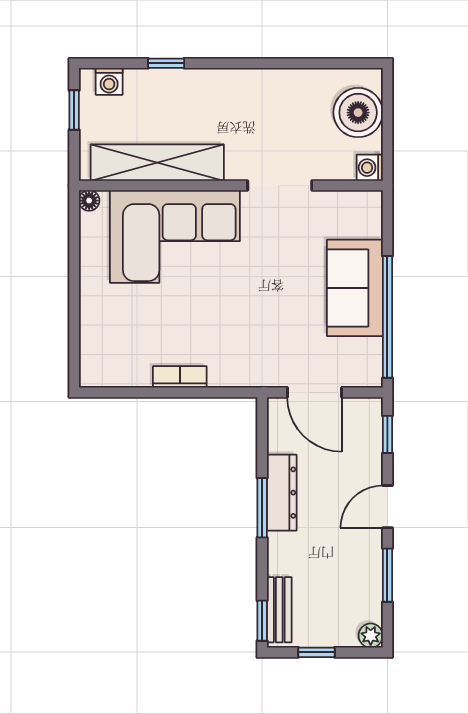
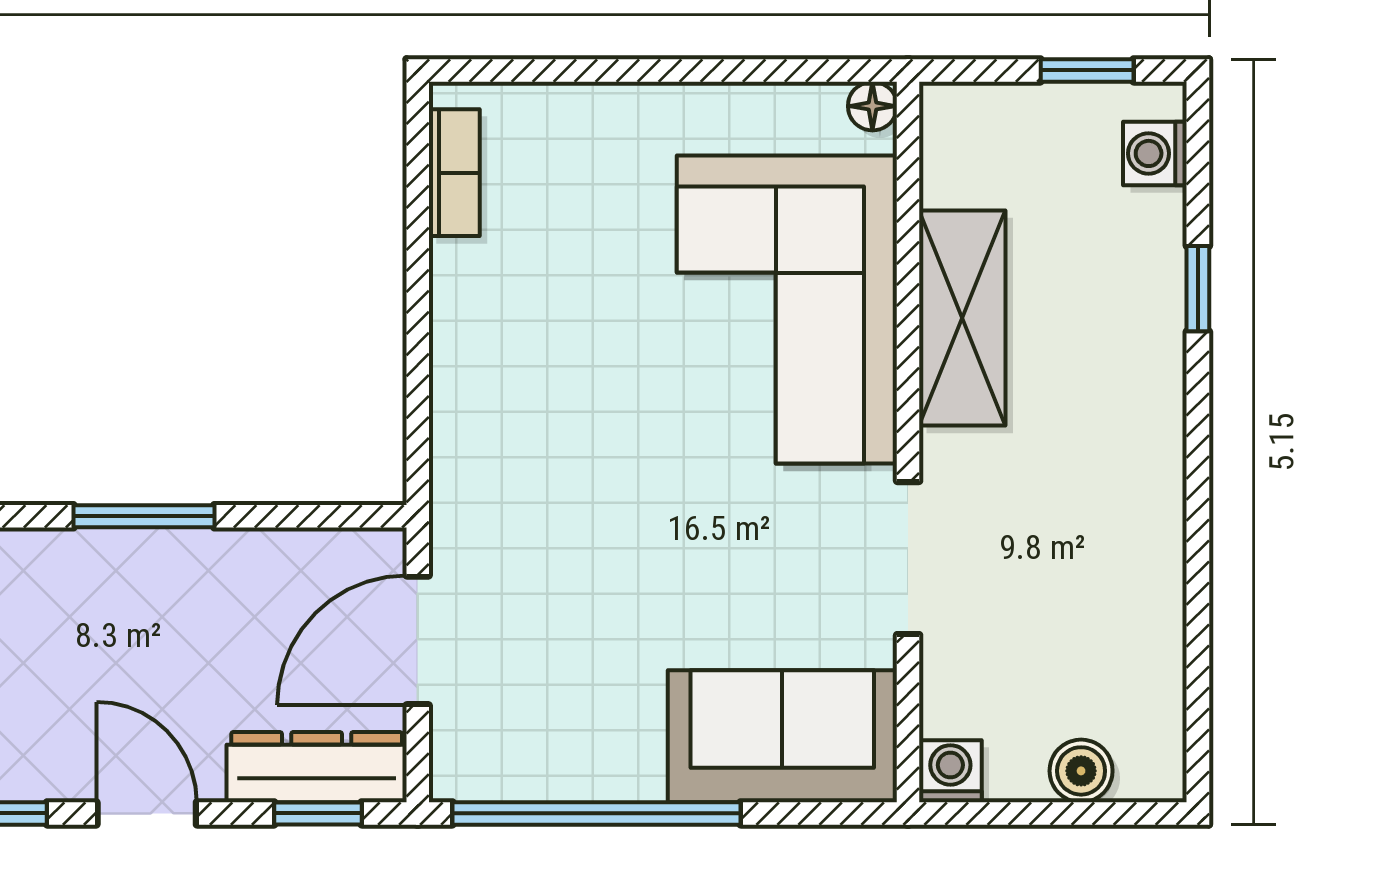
boiler: (358, 113) -> (1081, 771), width x0.54, depth x0.54
shelving: (157, 163) -> (962, 318), width x0.68
sofa: (355, 288) -> (782, 736), moved
bookcase: (180, 377) -> (454, 173), moved
dresser: (282, 493) -> (317, 767), moved, turned 180

